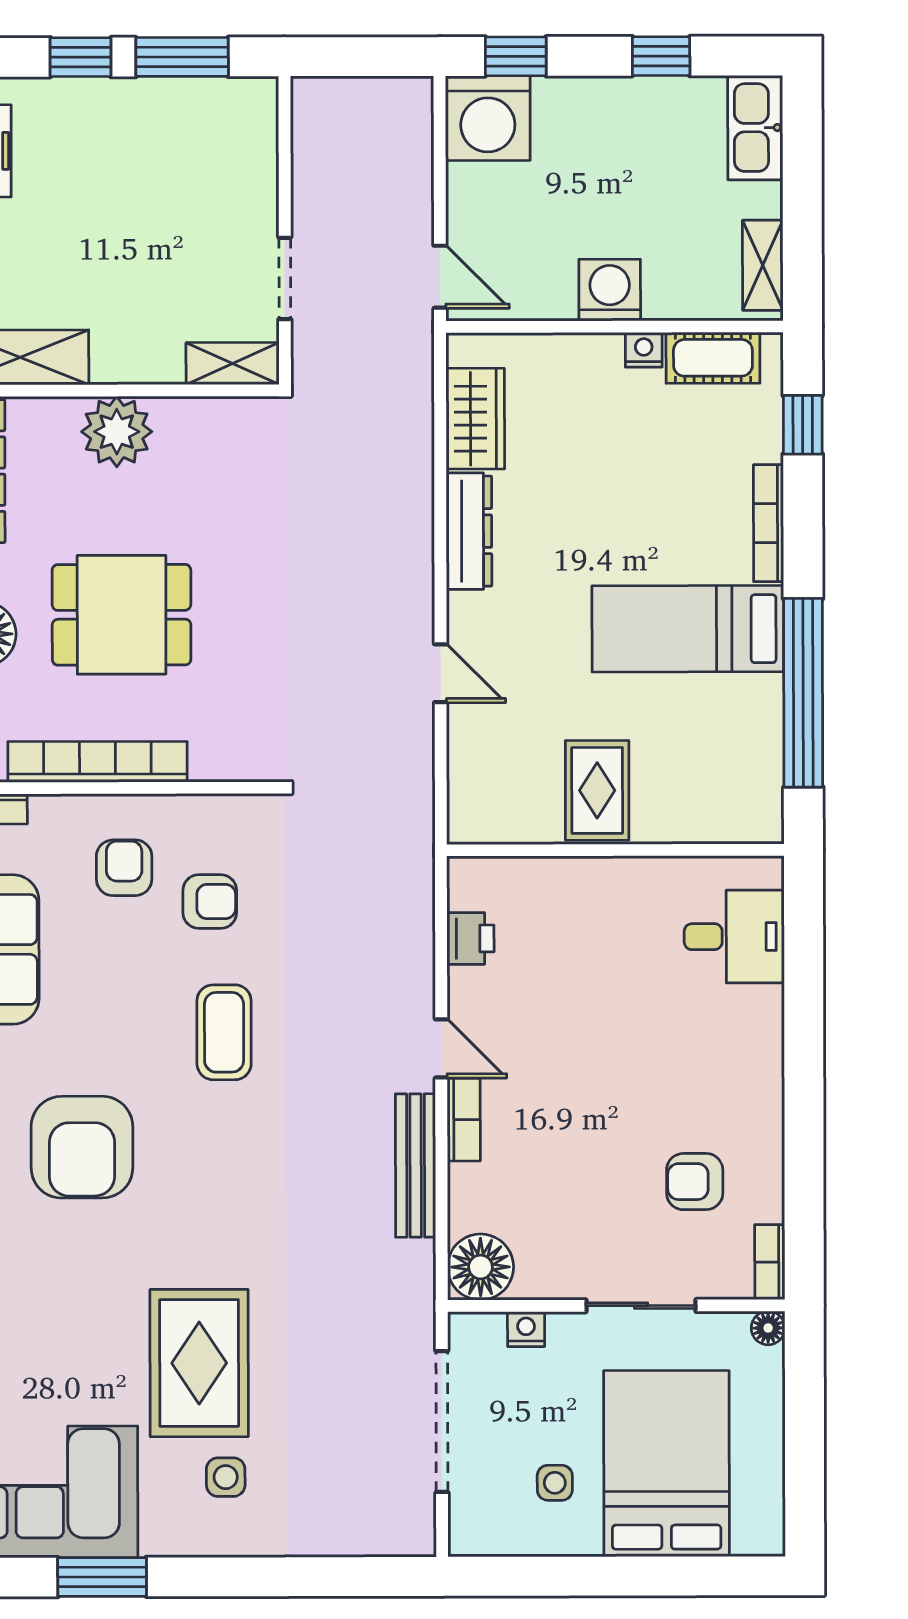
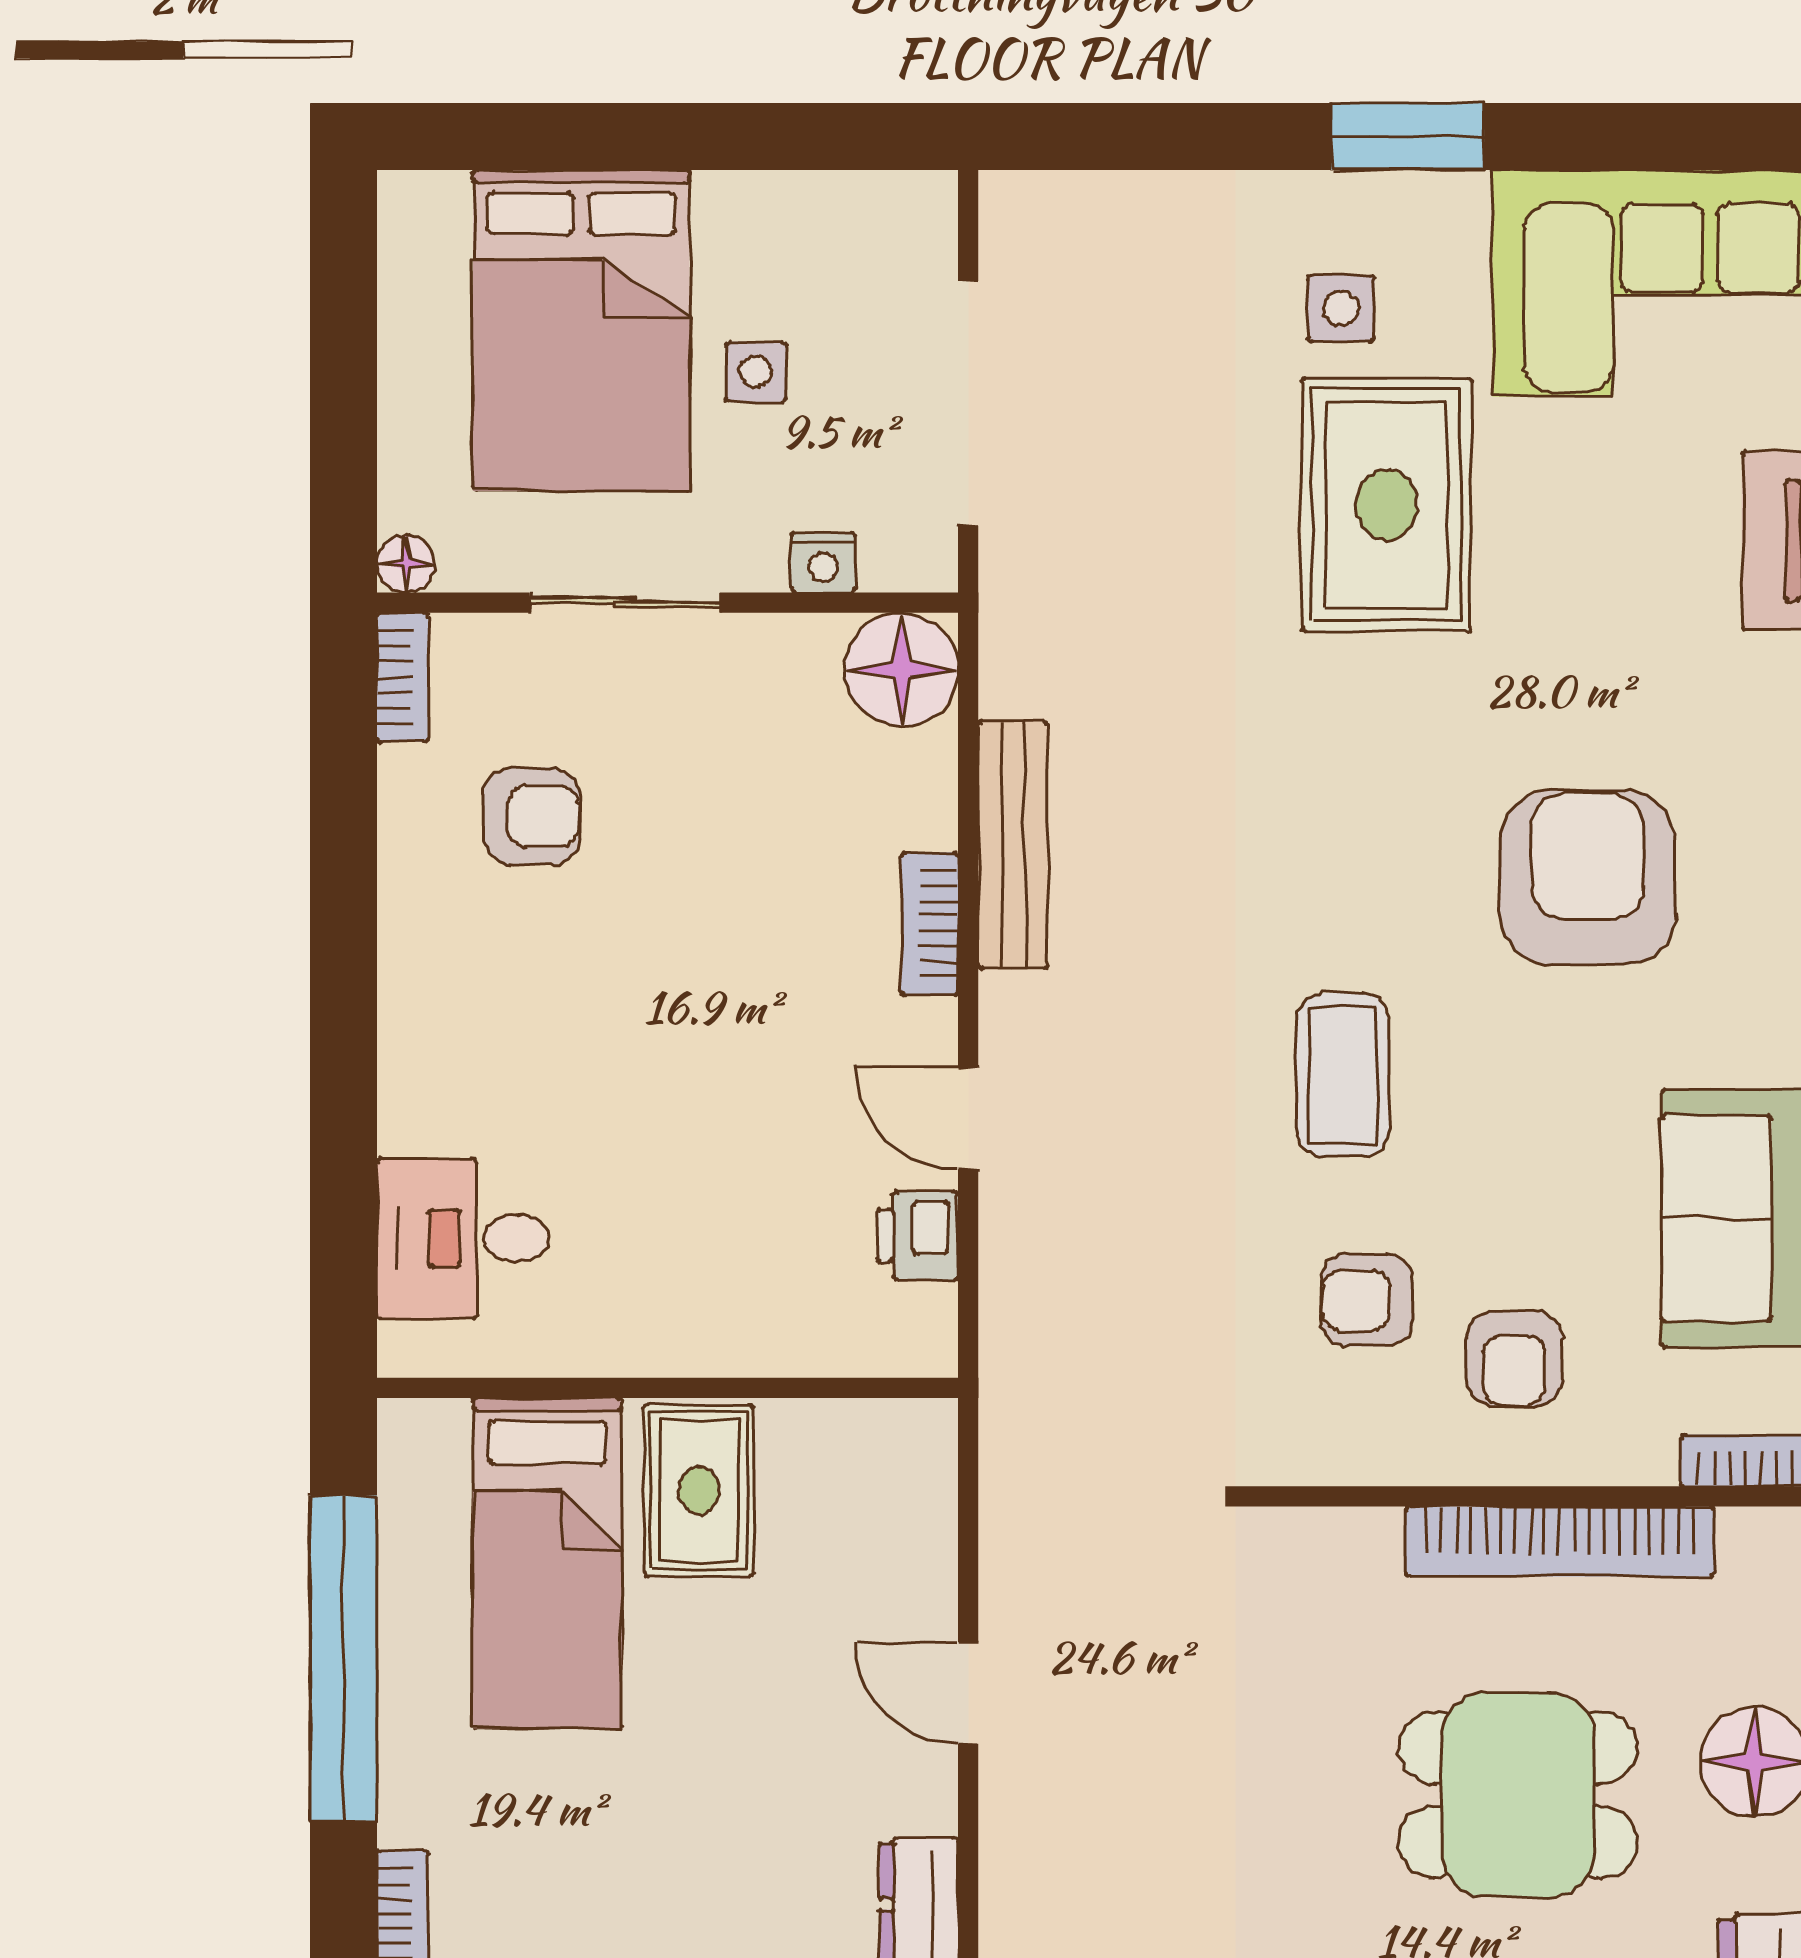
bed: (688, 629) -> (547, 1563), moved, turned 90
door: (441, 1048) -> (968, 1118), moved
side table: (555, 1483) -> (756, 372), moved
window: (102, 1577) -> (1408, 137), moved

